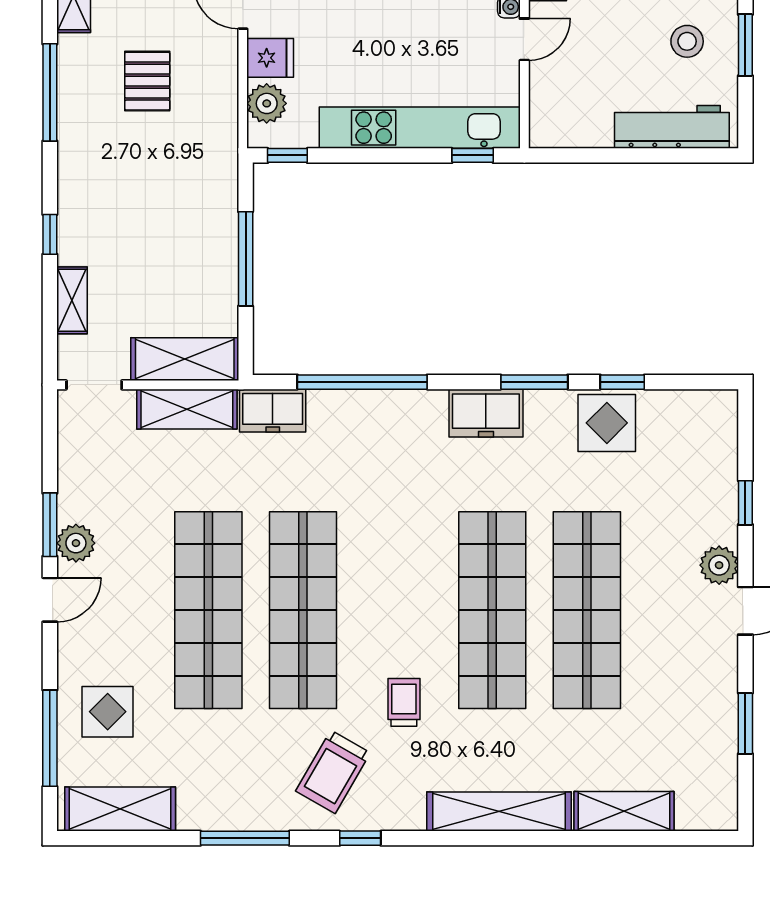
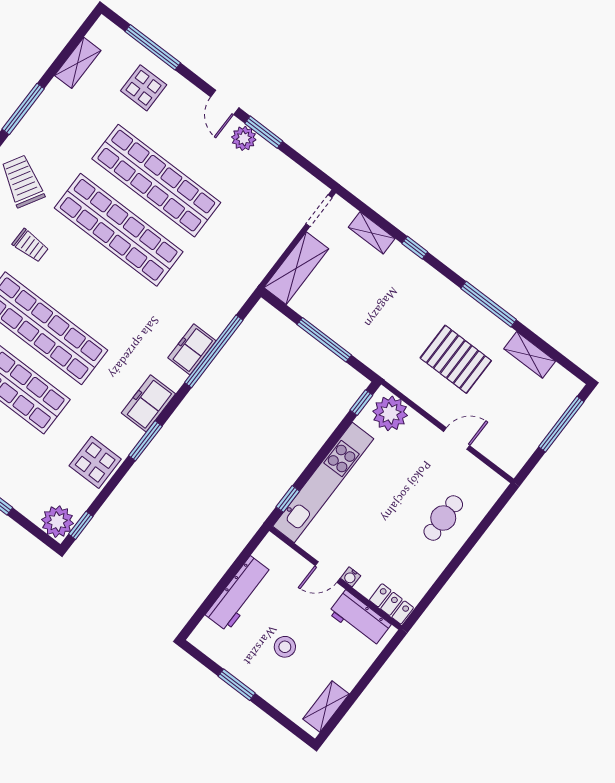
door: (524, 39) -> (328, 572), hinge flipped
stool: (687, 41) -> (285, 647), moved
fridge: (270, 58) -> (419, 432), removed
pallet: (147, 81) -> (456, 359), width x1.50, depth x1.42
plant: (267, 103) -> (390, 413), width x1.36, depth x1.36
workbench: (672, 127) -> (239, 594), moved
window: (622, 382) -> (81, 525), moved
shelving: (187, 409) -> (269, 249), removed
freezer: (273, 411) -> (192, 349), moved
plant: (714, 414) -> (57, 522), added
shelving: (120, 809) -> (78, 63), width x0.67, depth x0.75

